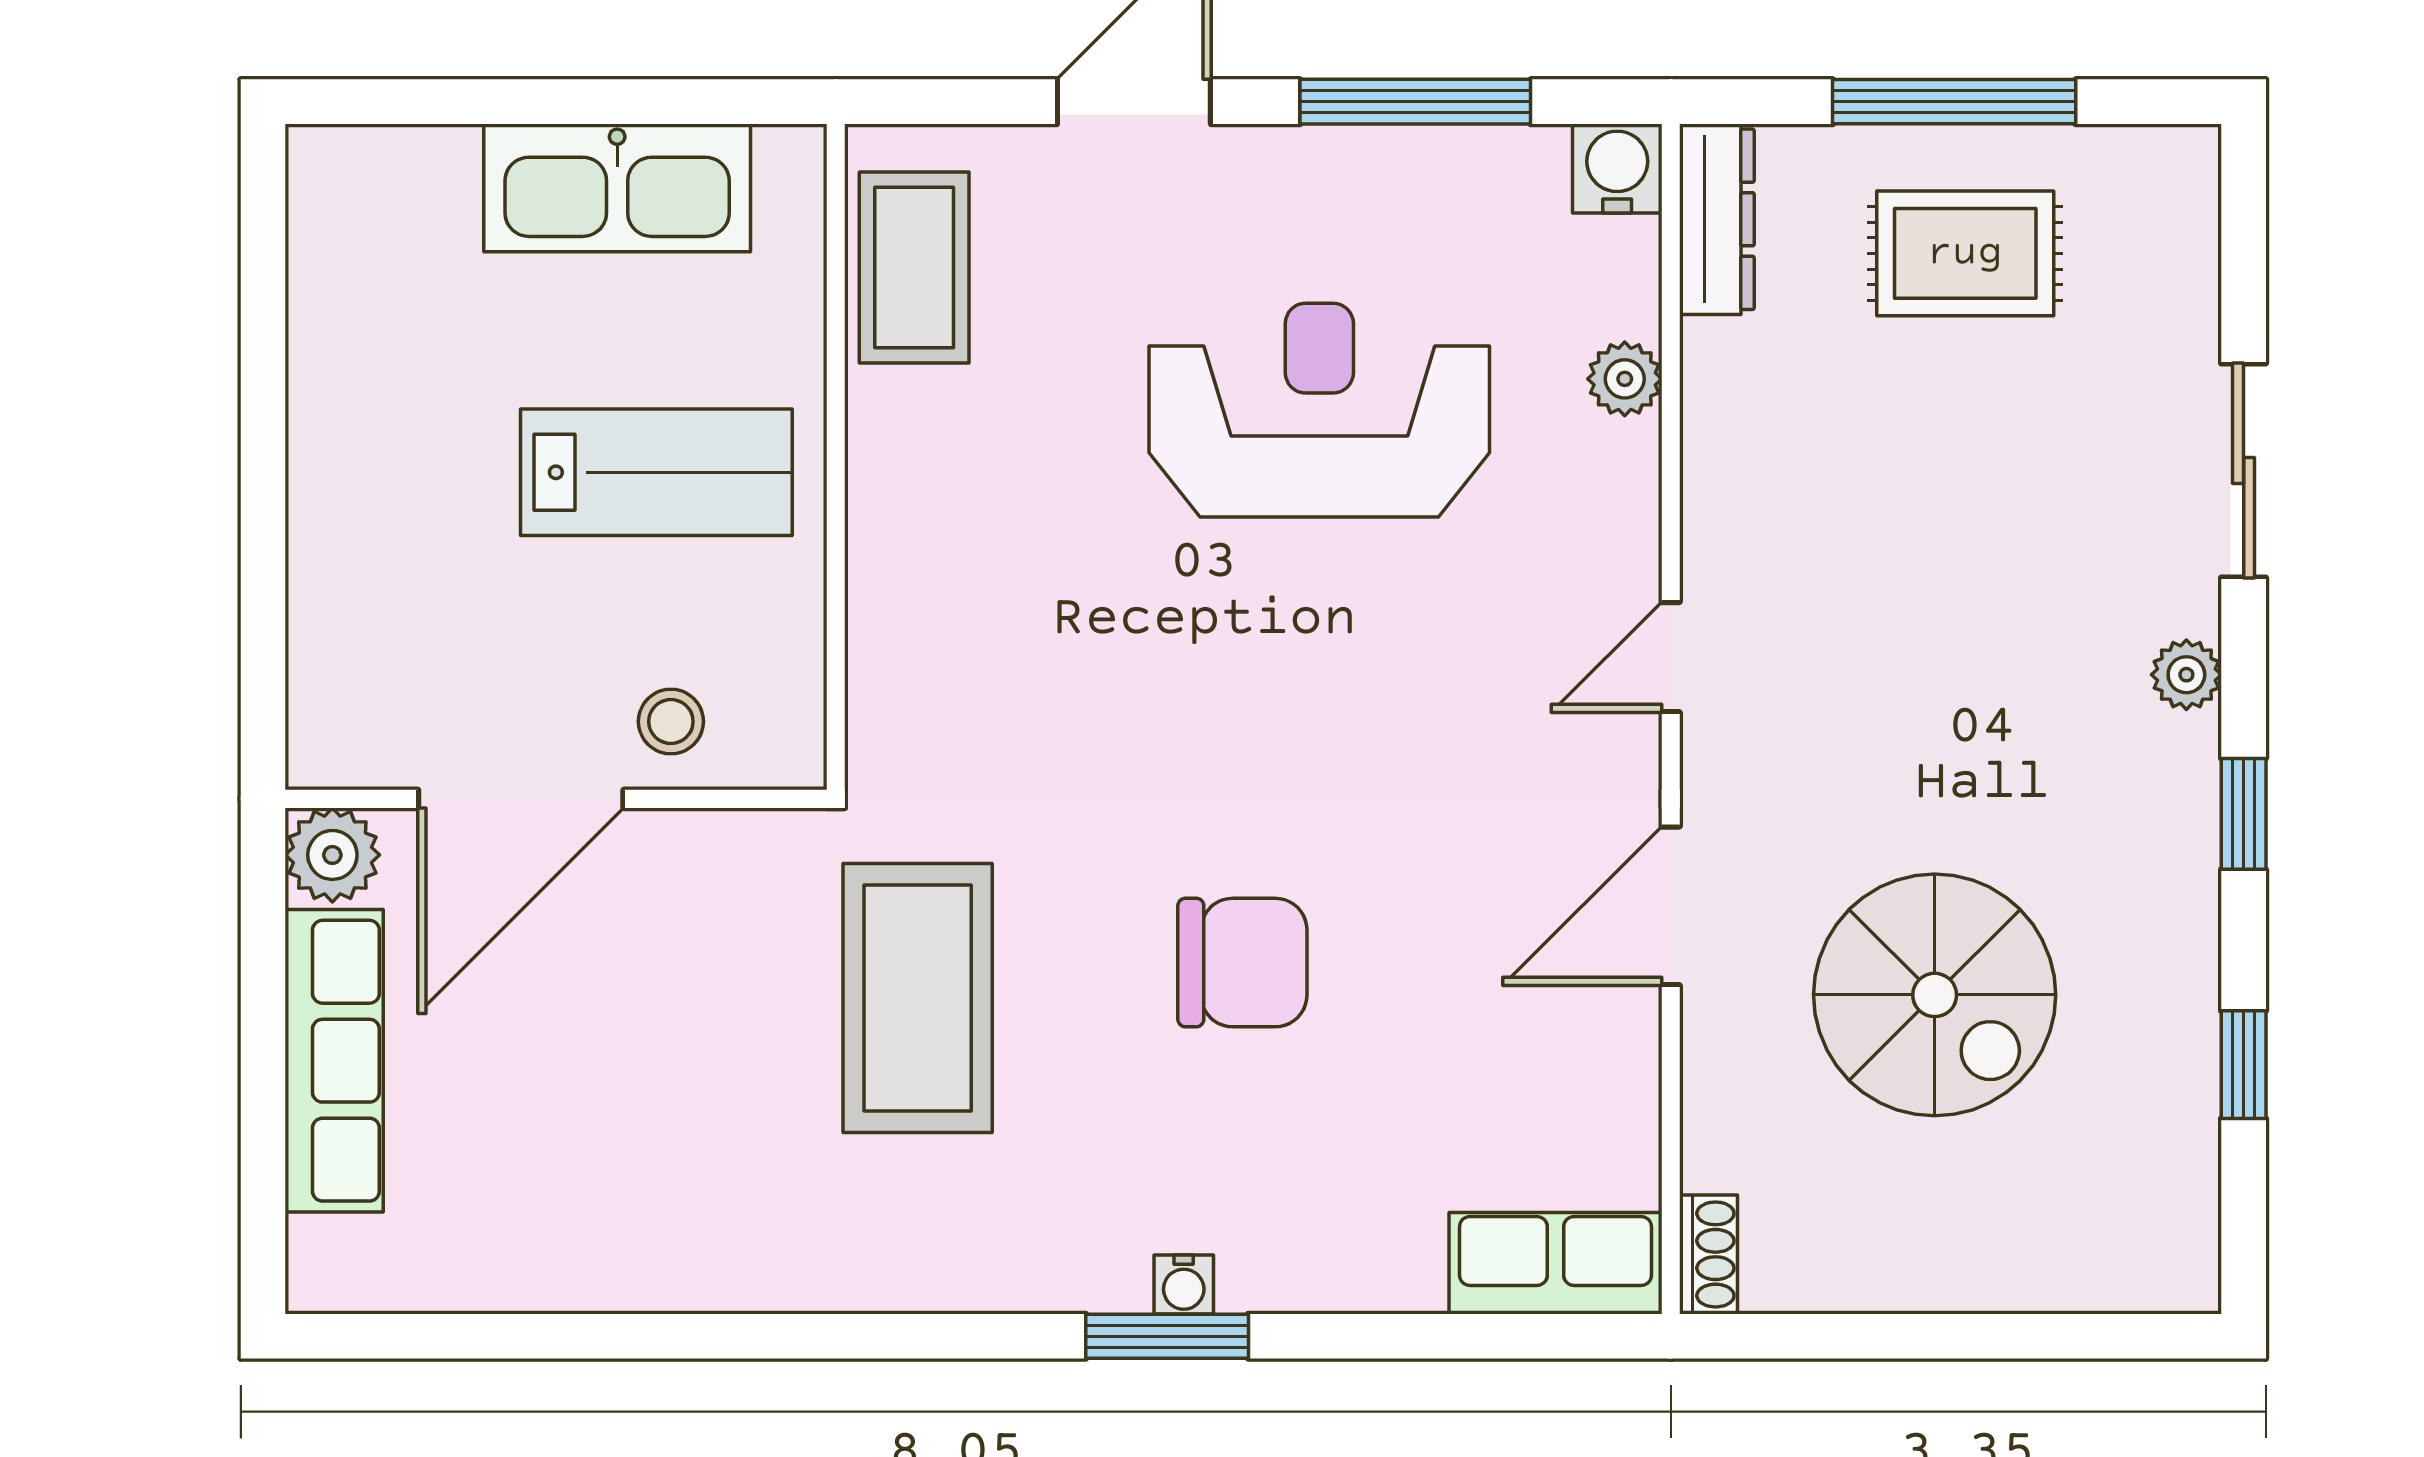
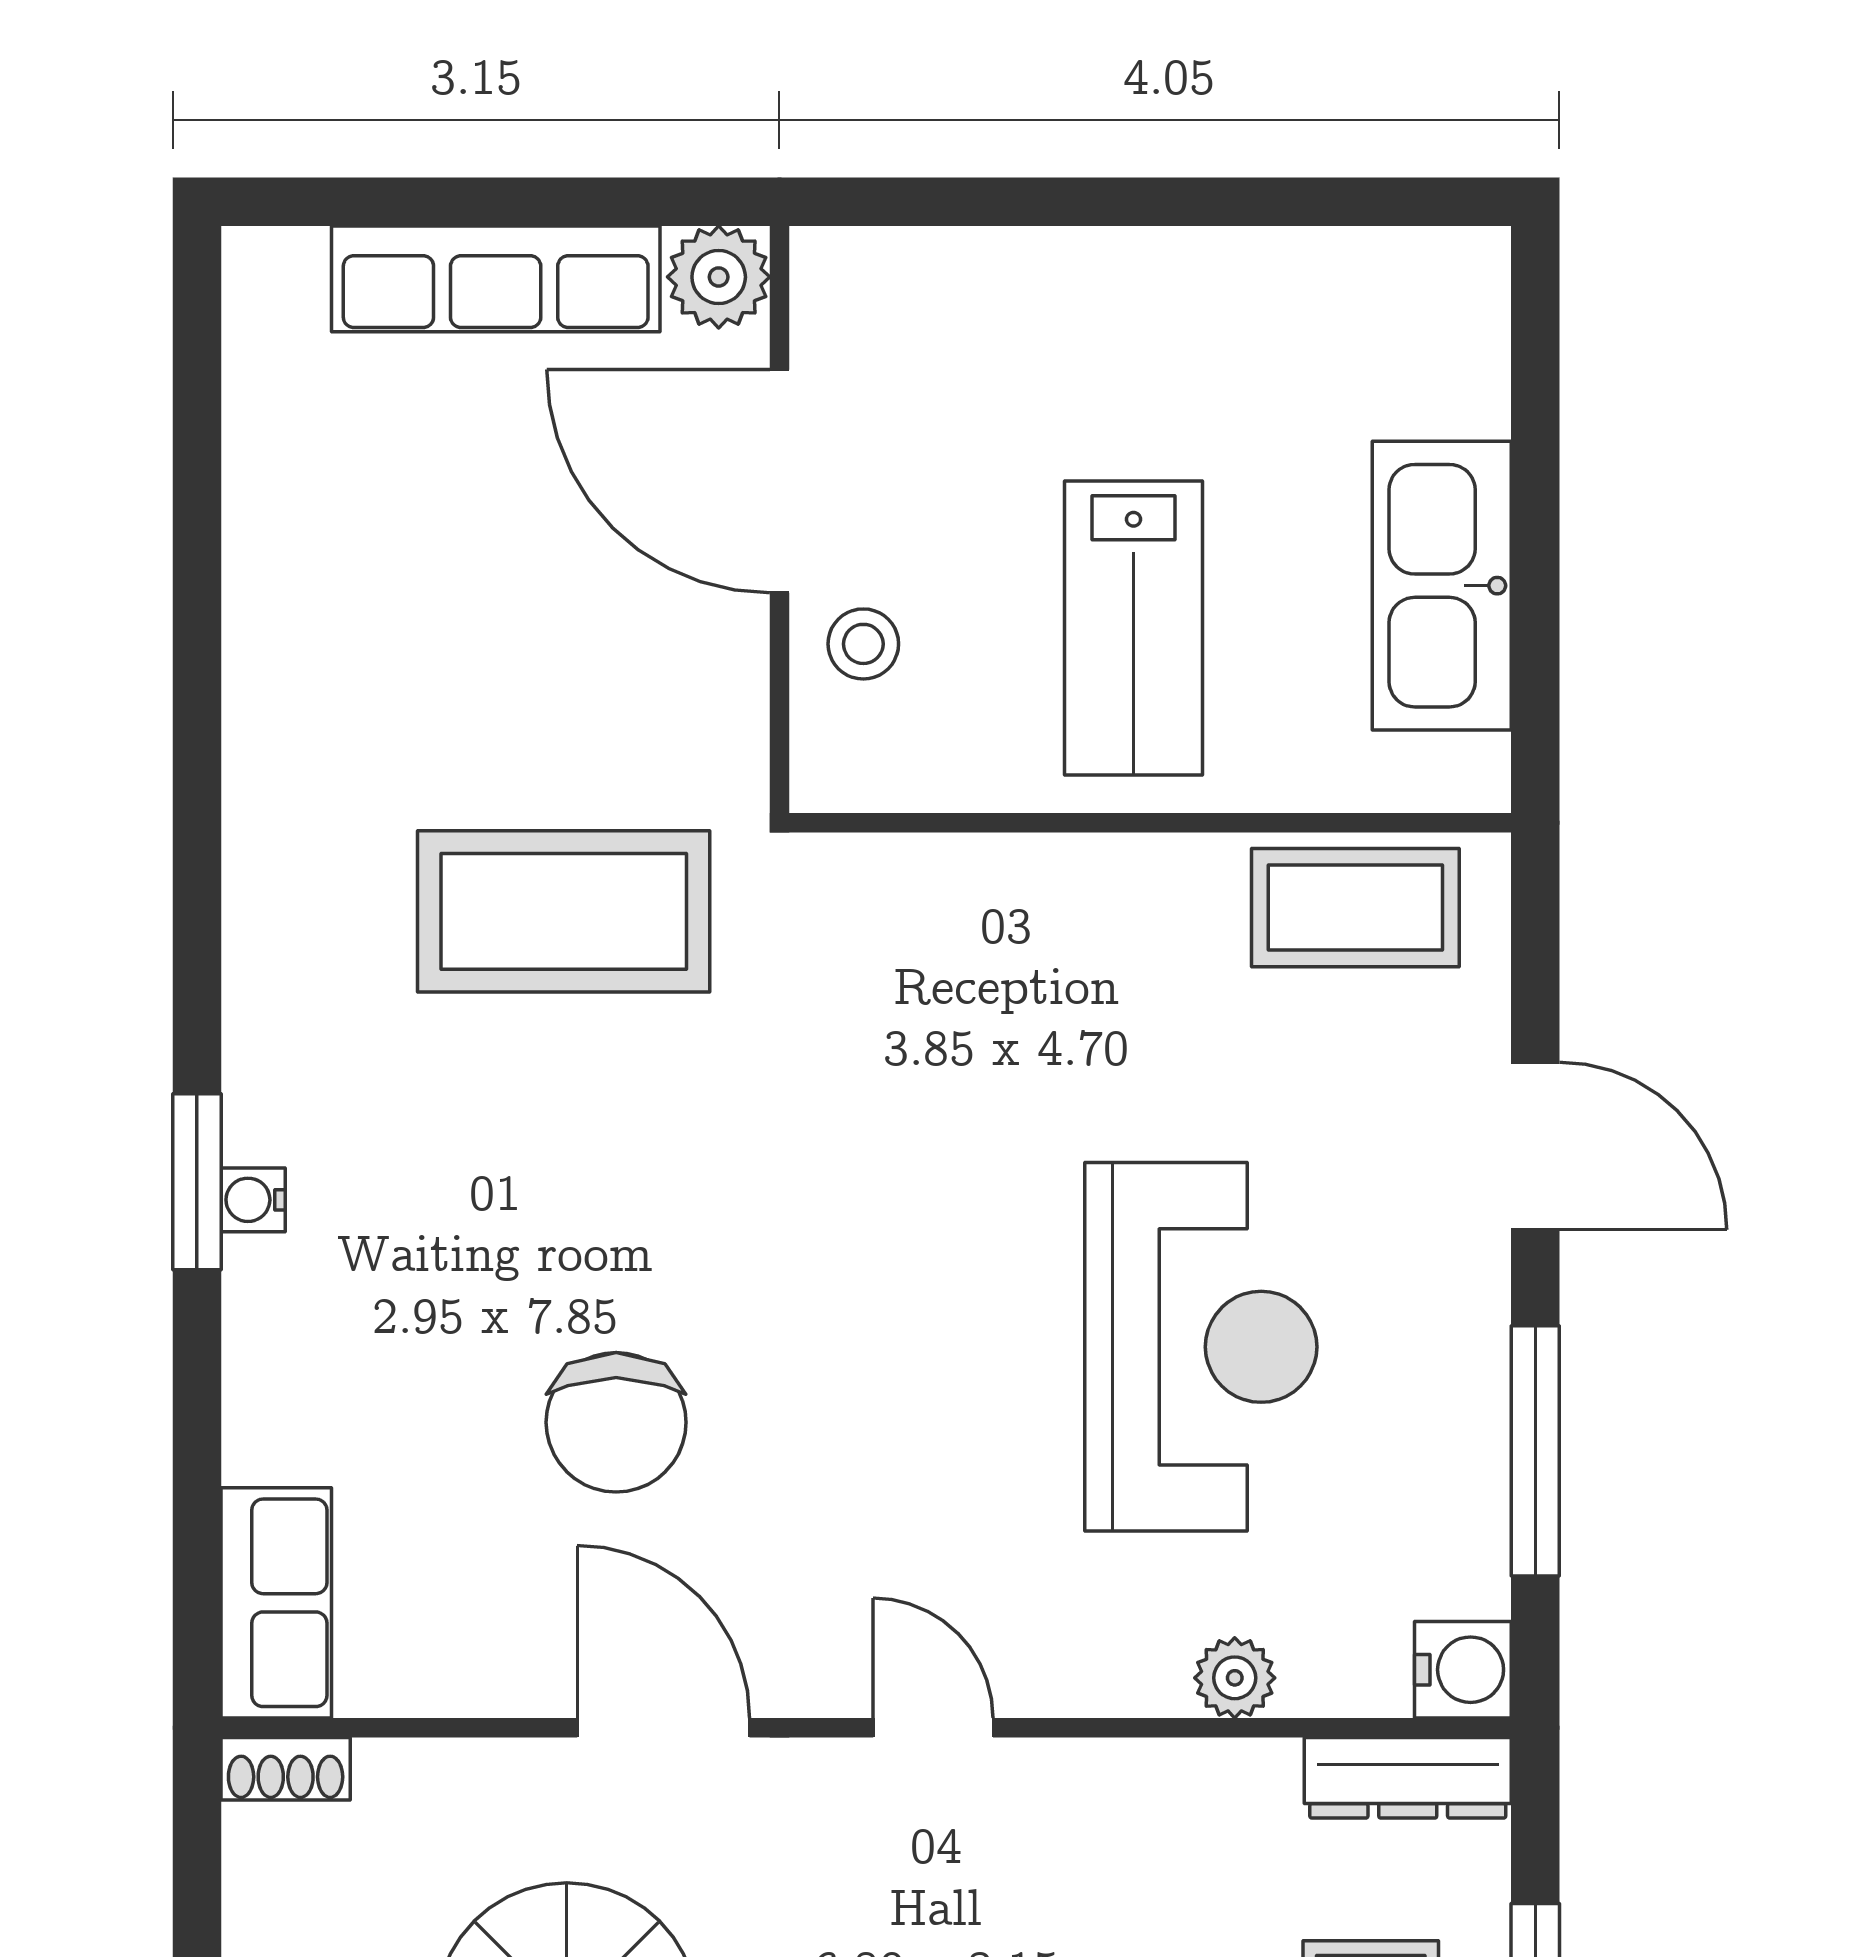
chair: (1242, 963) -> (616, 1422), moved

